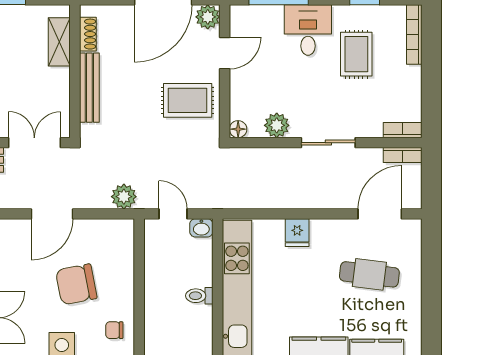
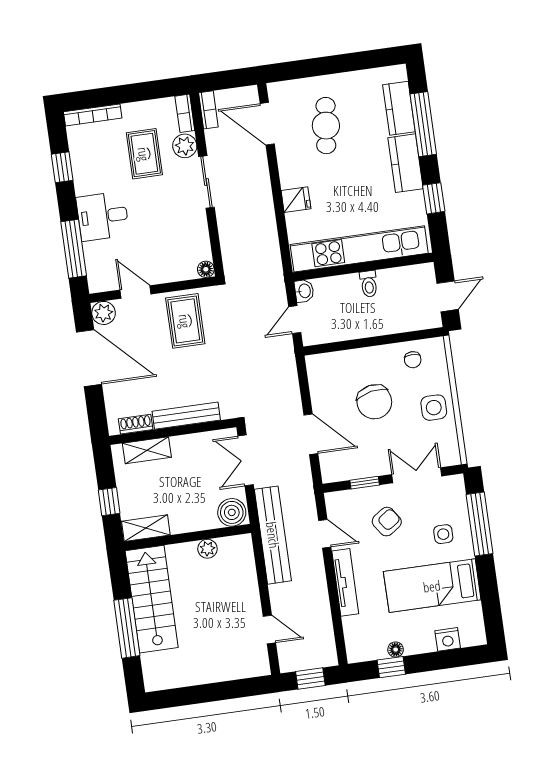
rug: (356, 54) -> (144, 154), moved, turned 90
plant: (277, 125) -> (185, 146), moved
plant: (124, 197) -> (285, 369), removed

